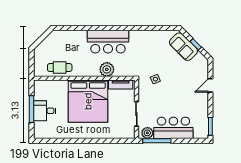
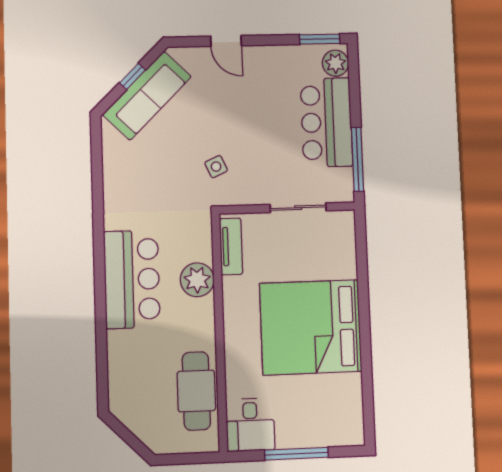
sofa: (183, 47) -> (147, 96), width x1.36
cafe table: (60, 68) -> (196, 391), width x1.37, depth x1.35
bed: (88, 101) -> (311, 327), moved, turned 180
desk: (45, 111) -> (250, 425), moved
plant: (147, 133) -> (335, 63), moved

